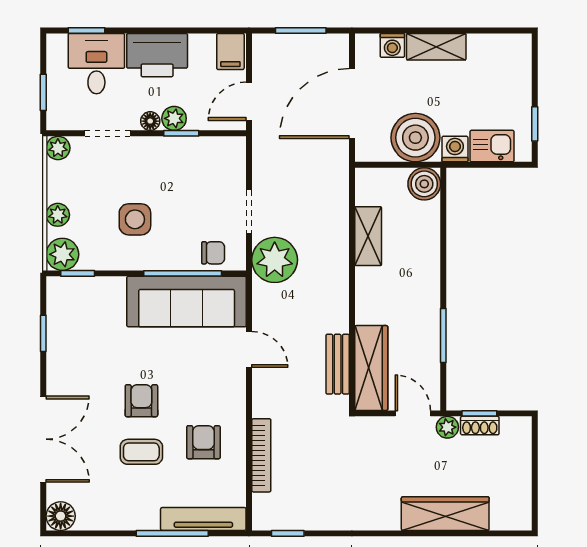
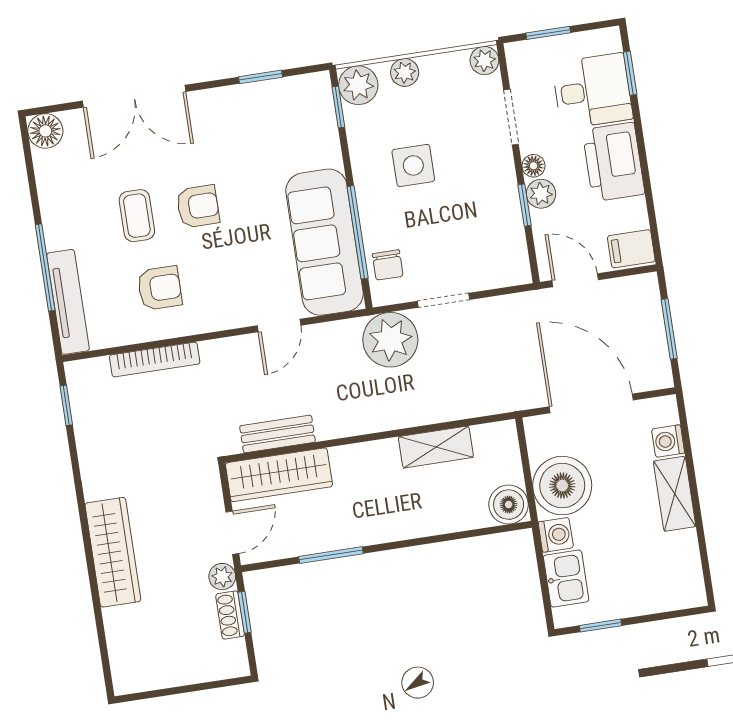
wardrobe: (445, 514) -> (113, 552), moved

